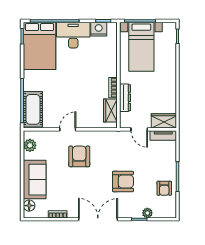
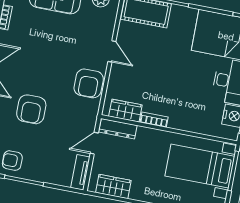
dresser: (125, 98) -> (118, 129), moved
wardrobe: (164, 121) -> (113, 186), moved, turned -90
armchair: (79, 156) -> (89, 83), moved, turned 90

